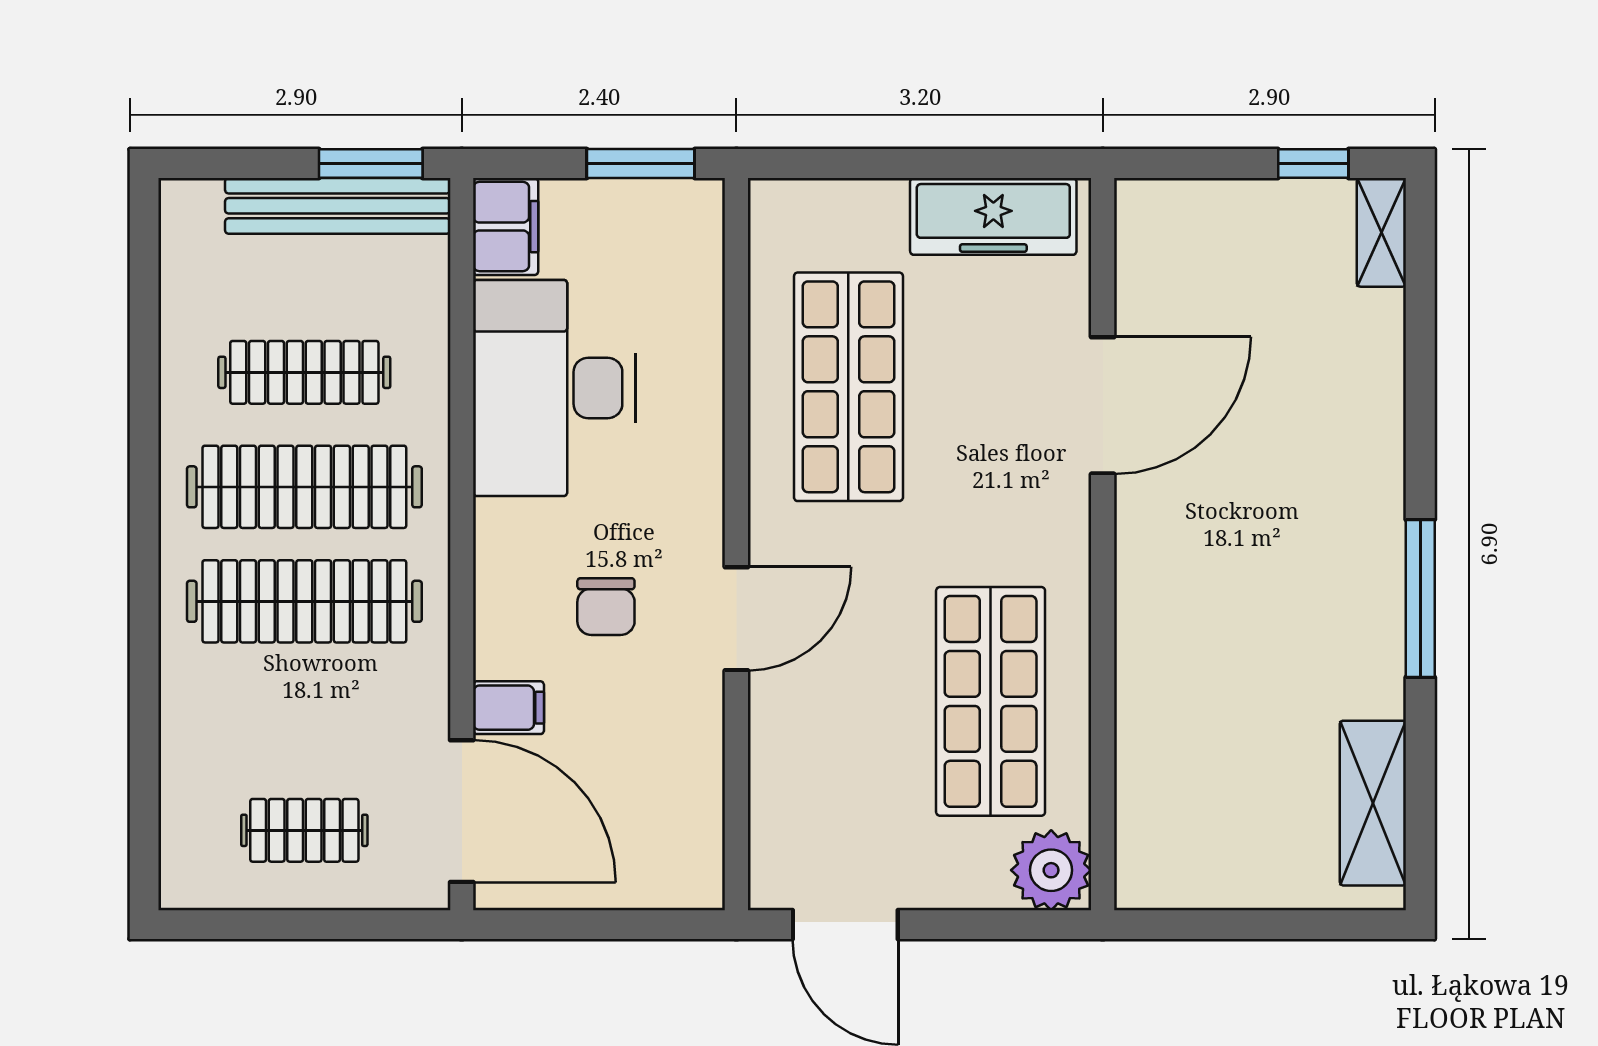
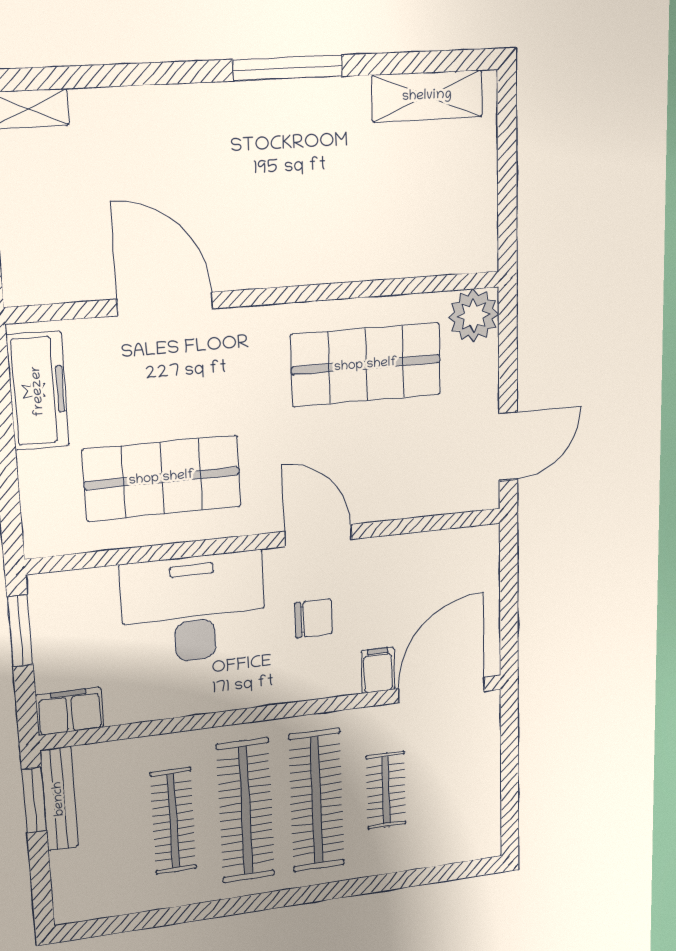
bench: (338, 206) -> (59, 799), width x0.73, depth x0.82
desk: (554, 388) -> (194, 608), moved, turned 180
clothes rail: (304, 830) -> (386, 790), moved

